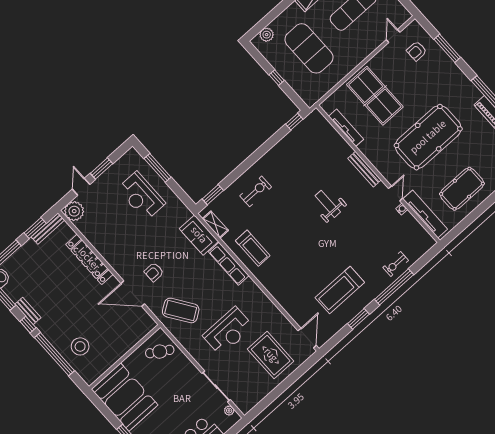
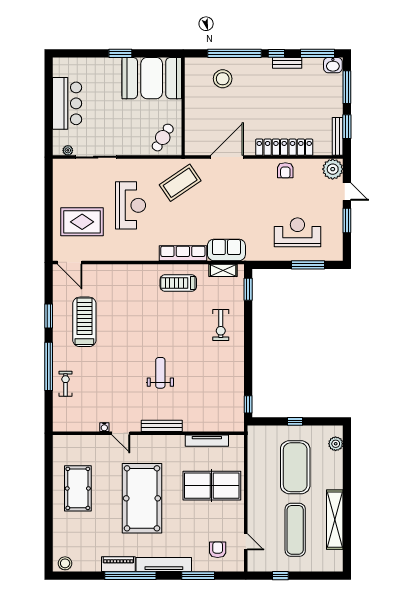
exercise mat: (309, 48) -> (295, 467), turned 90
weight bench: (328, 204) -> (160, 373), turned -90
tv unit: (425, 214) -> (164, 565), moved, turned 180
armchair: (154, 272) -> (285, 170), moved, turned 180
reception desk: (228, 331) -> (131, 205), turned 180

